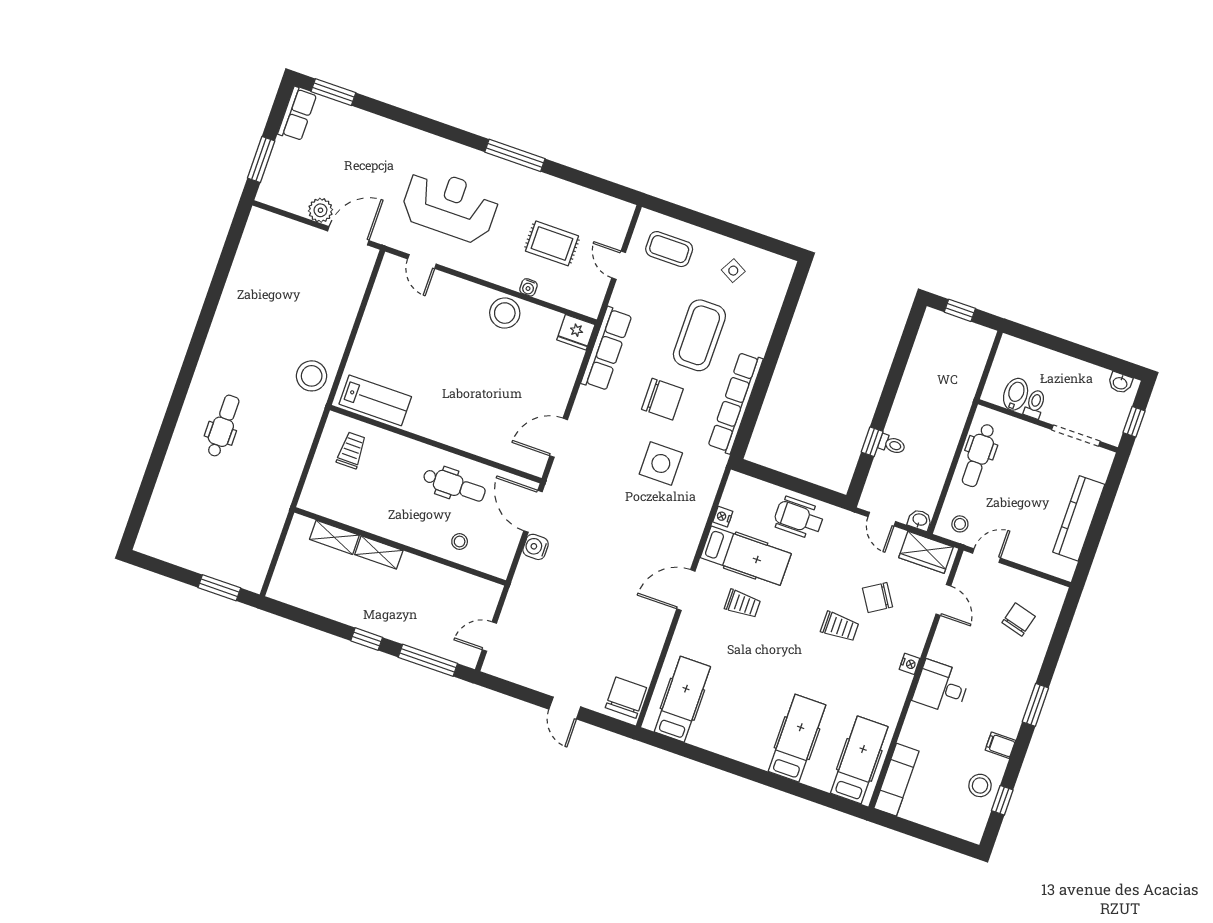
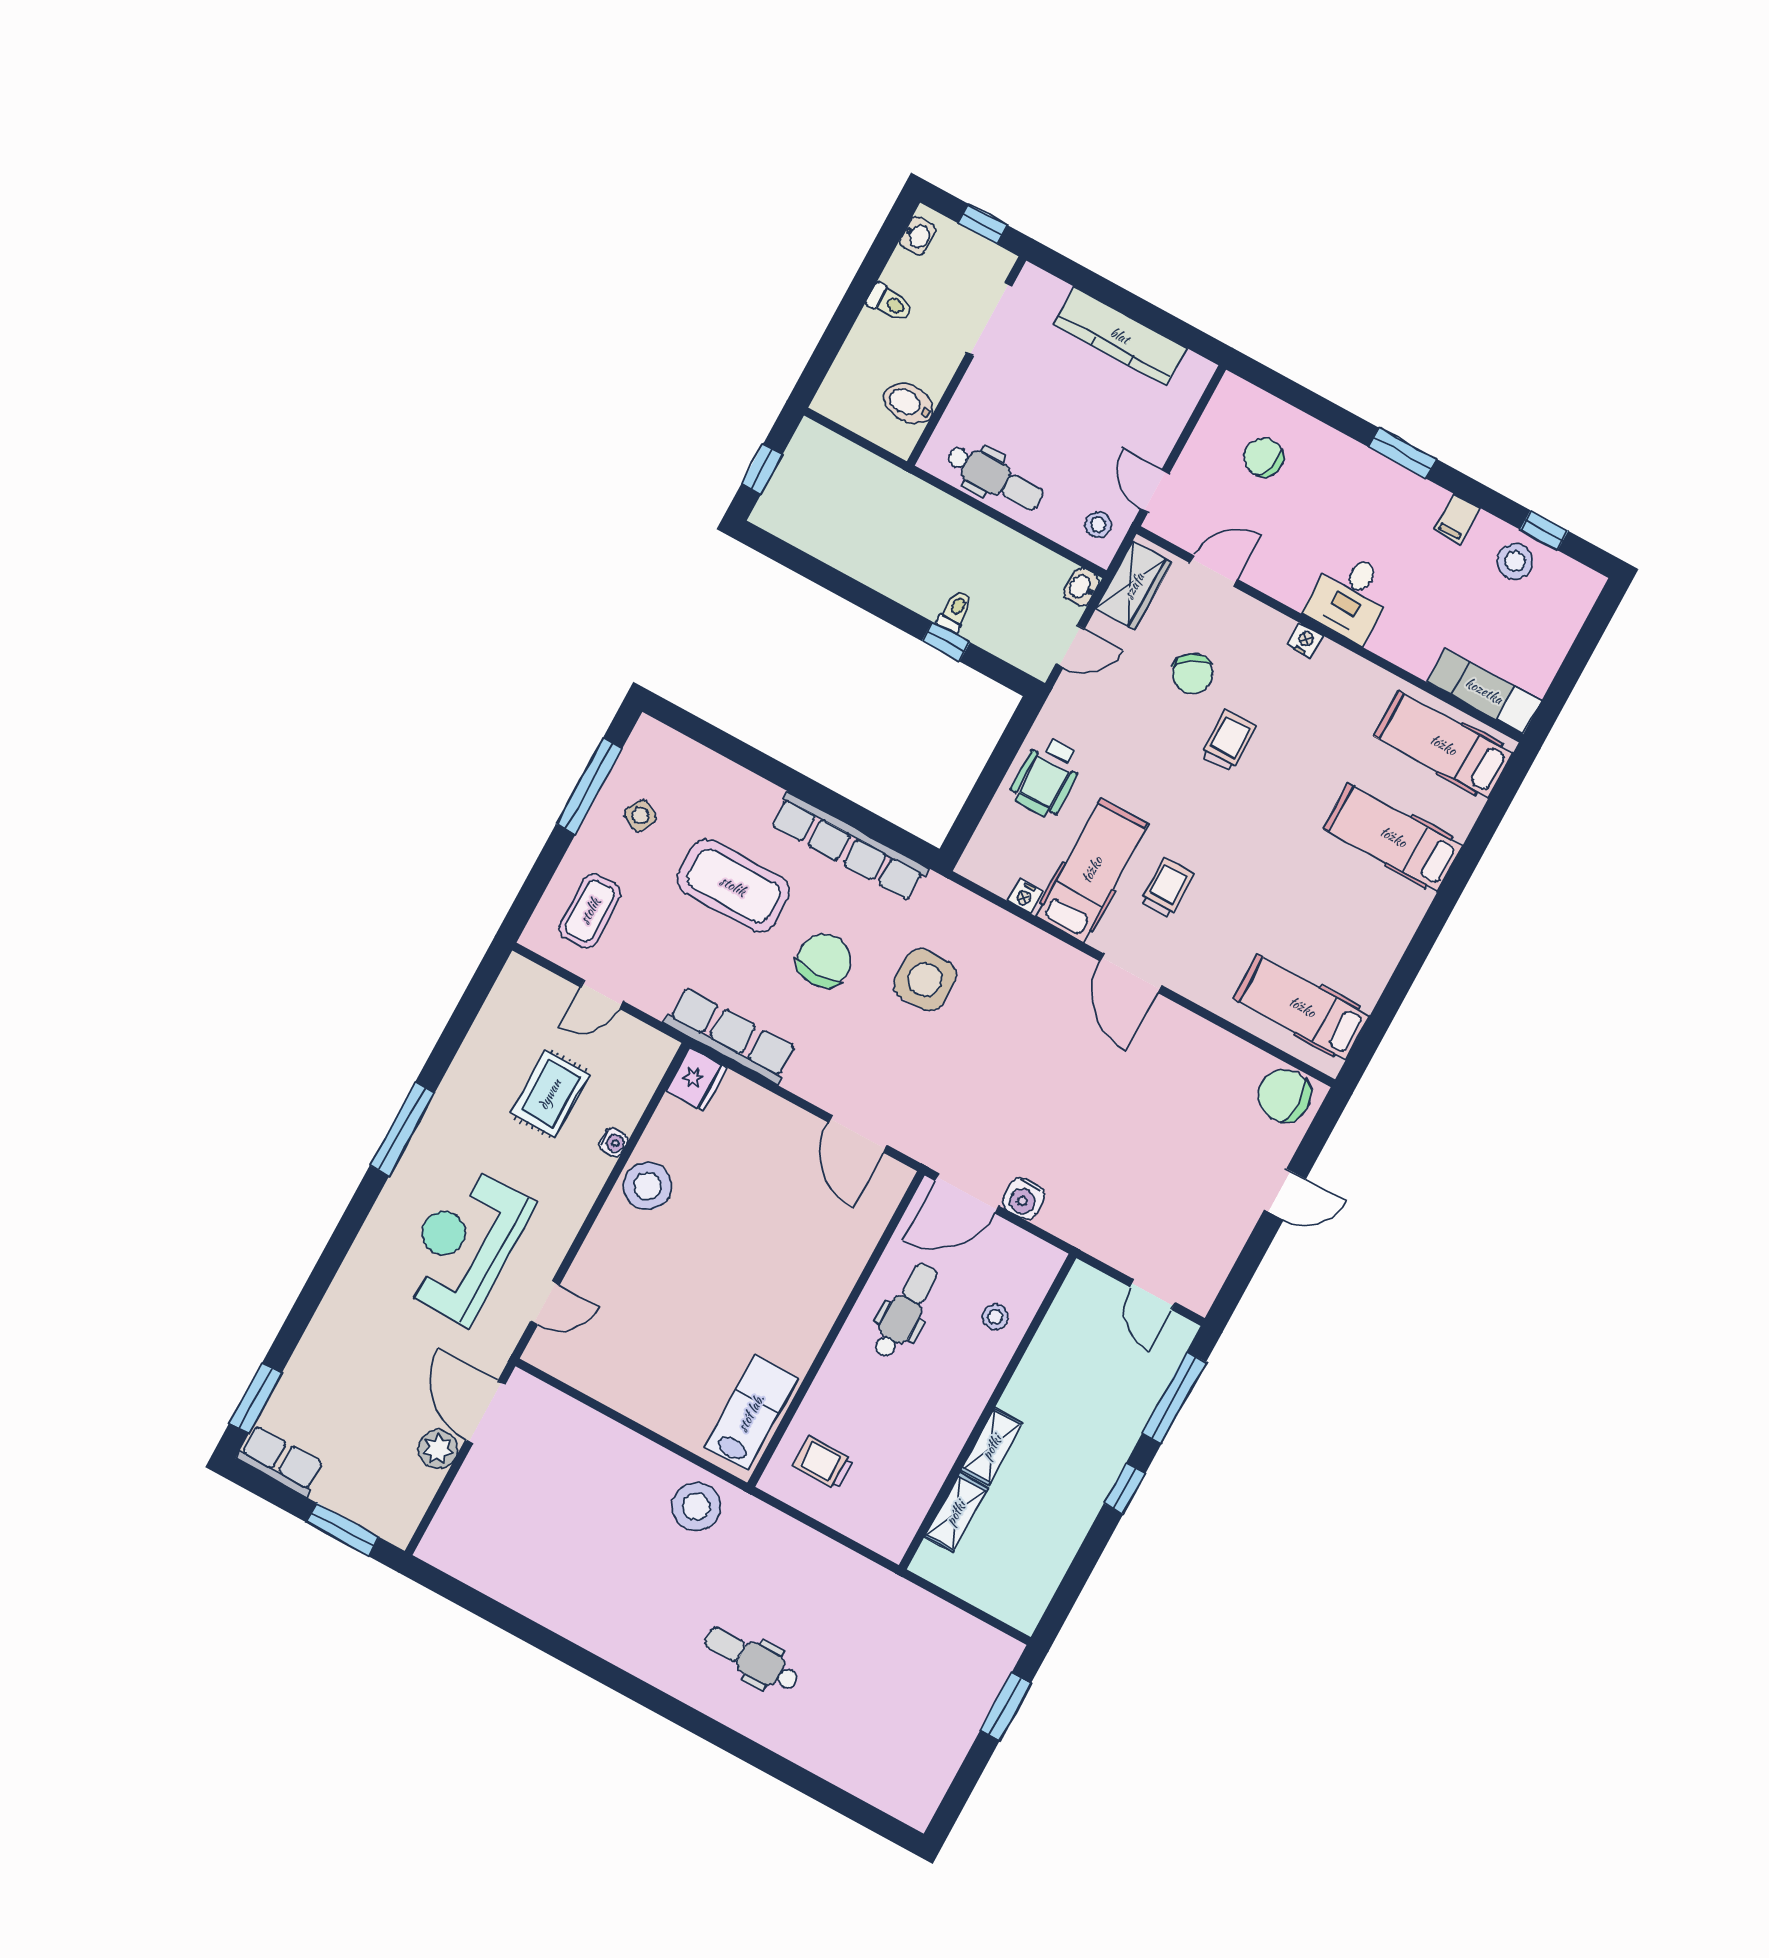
window: (746, 236) -> (589, 786), added
toilet: (1035, 404) -> (890, 303), moved, turned 180

